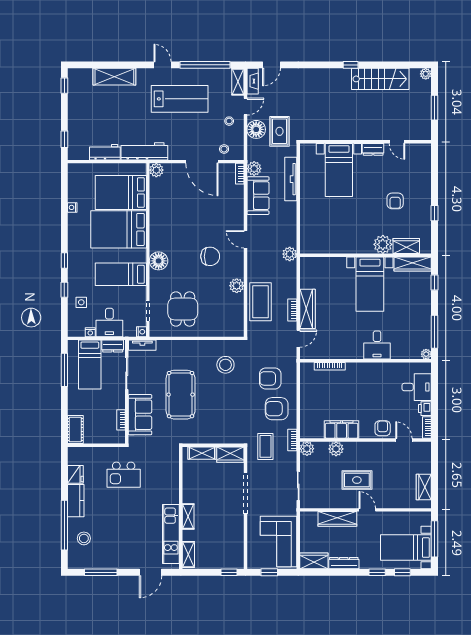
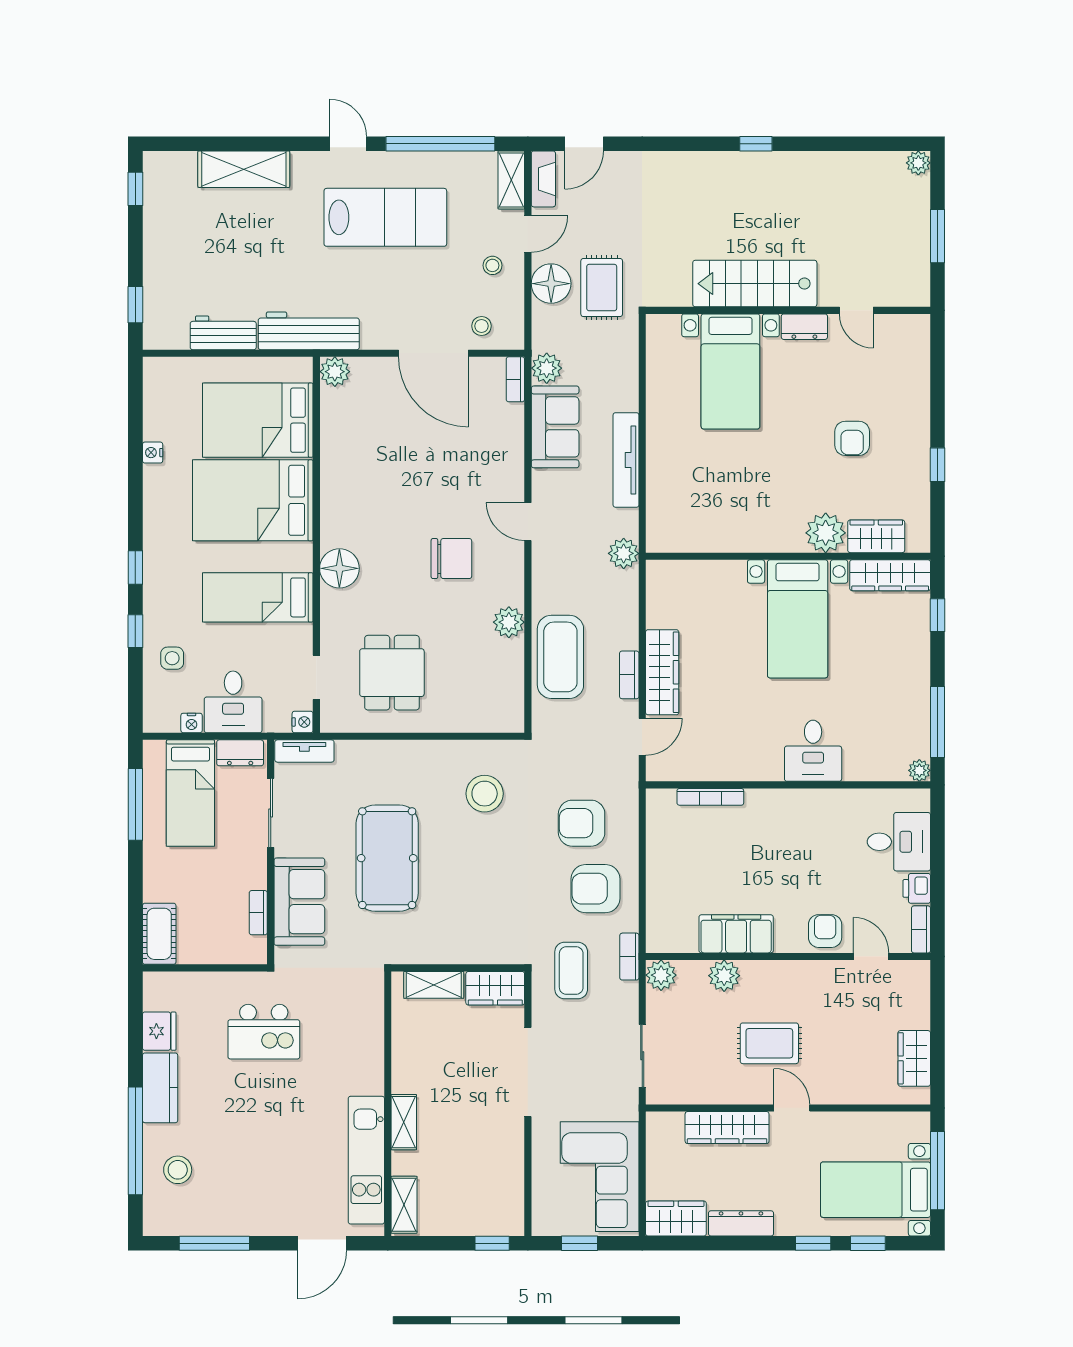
stairs: (380, 79) -> (755, 284), moved, turned 180
tv unit: (291, 179) -> (626, 460), moved

